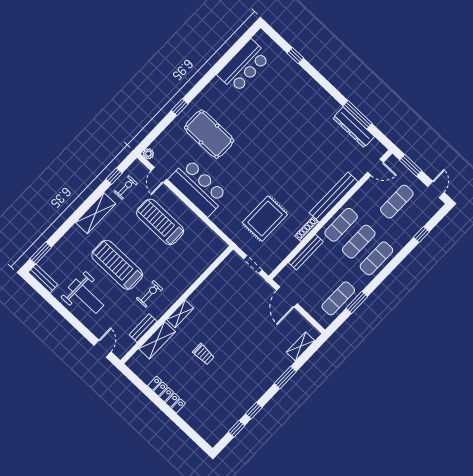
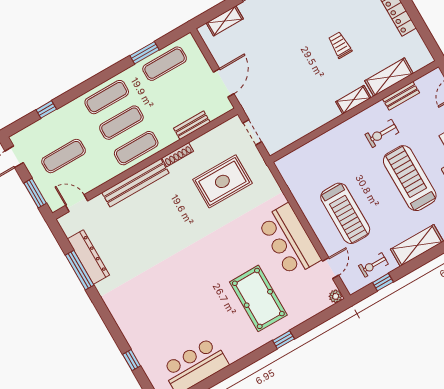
bench: (306, 252) -> (192, 125), width x0.73
treadmill: (117, 265) -> (410, 178), turned 180

